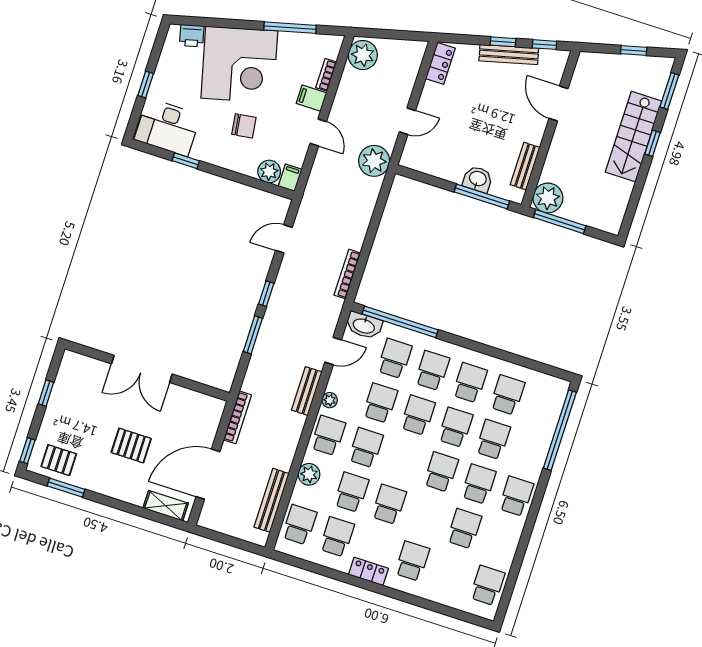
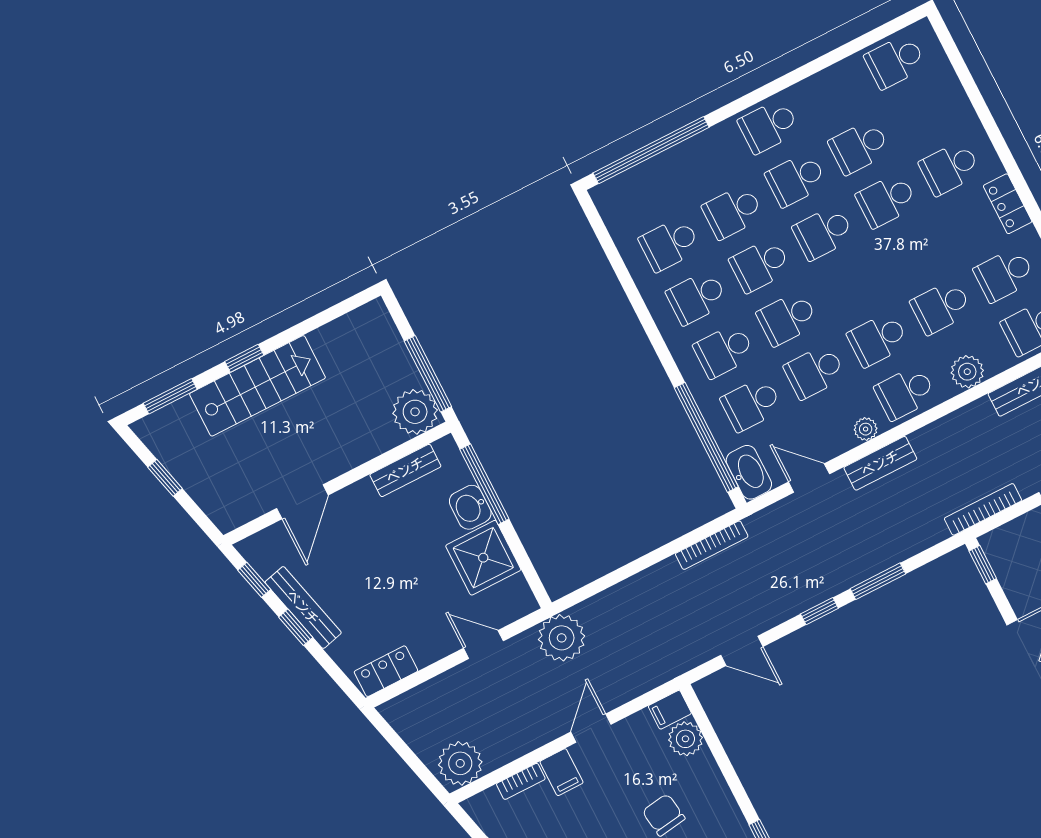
shower: (448, 162) -> (483, 558), added
window: (212, 391) -> (983, 565), added
school desk: (389, 504) -> (886, 200), moved

